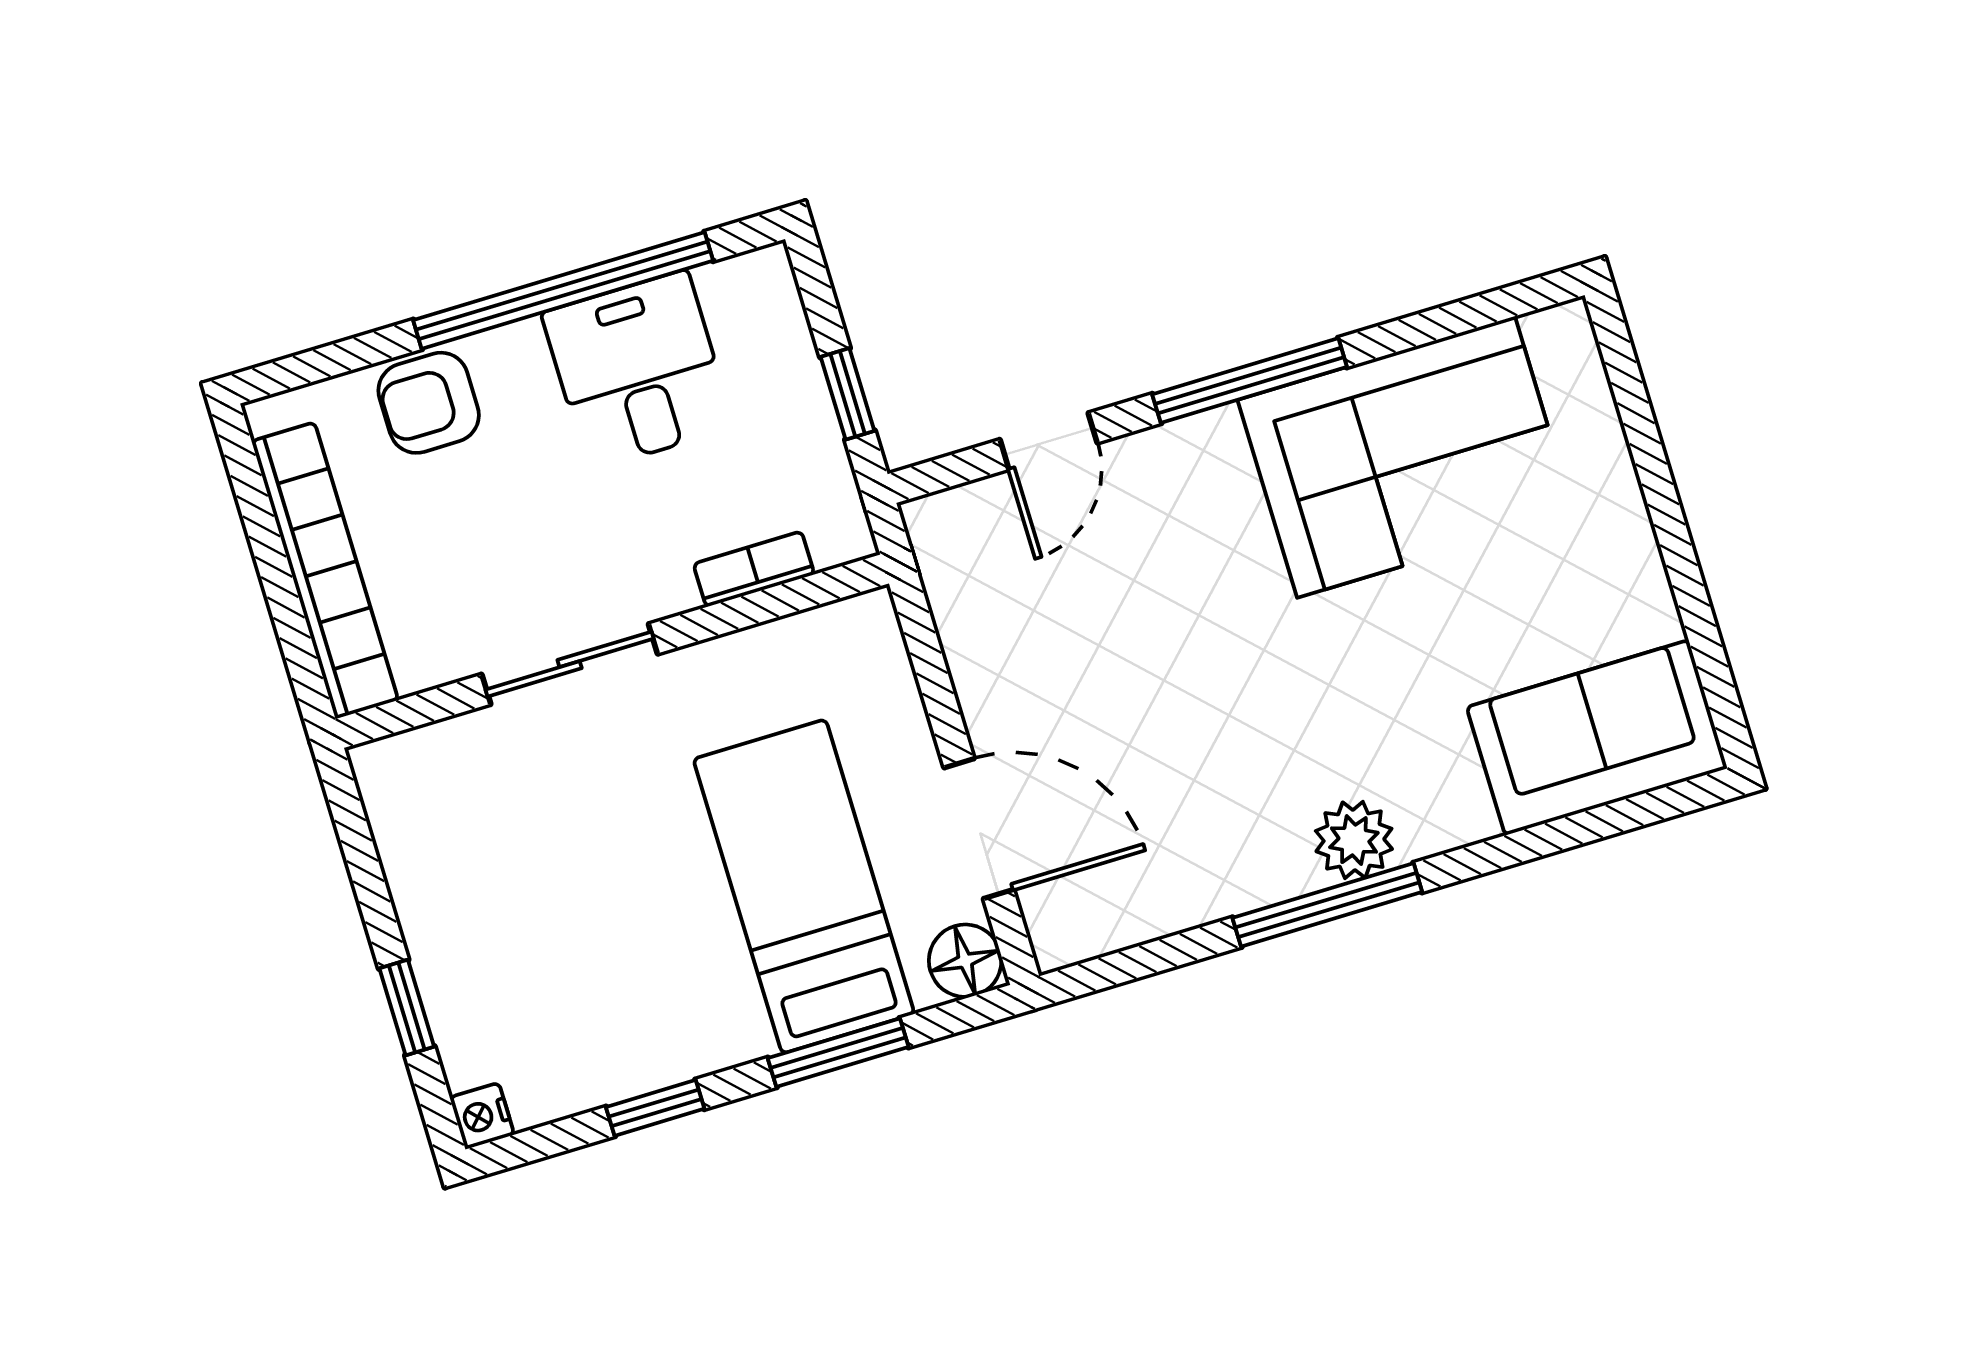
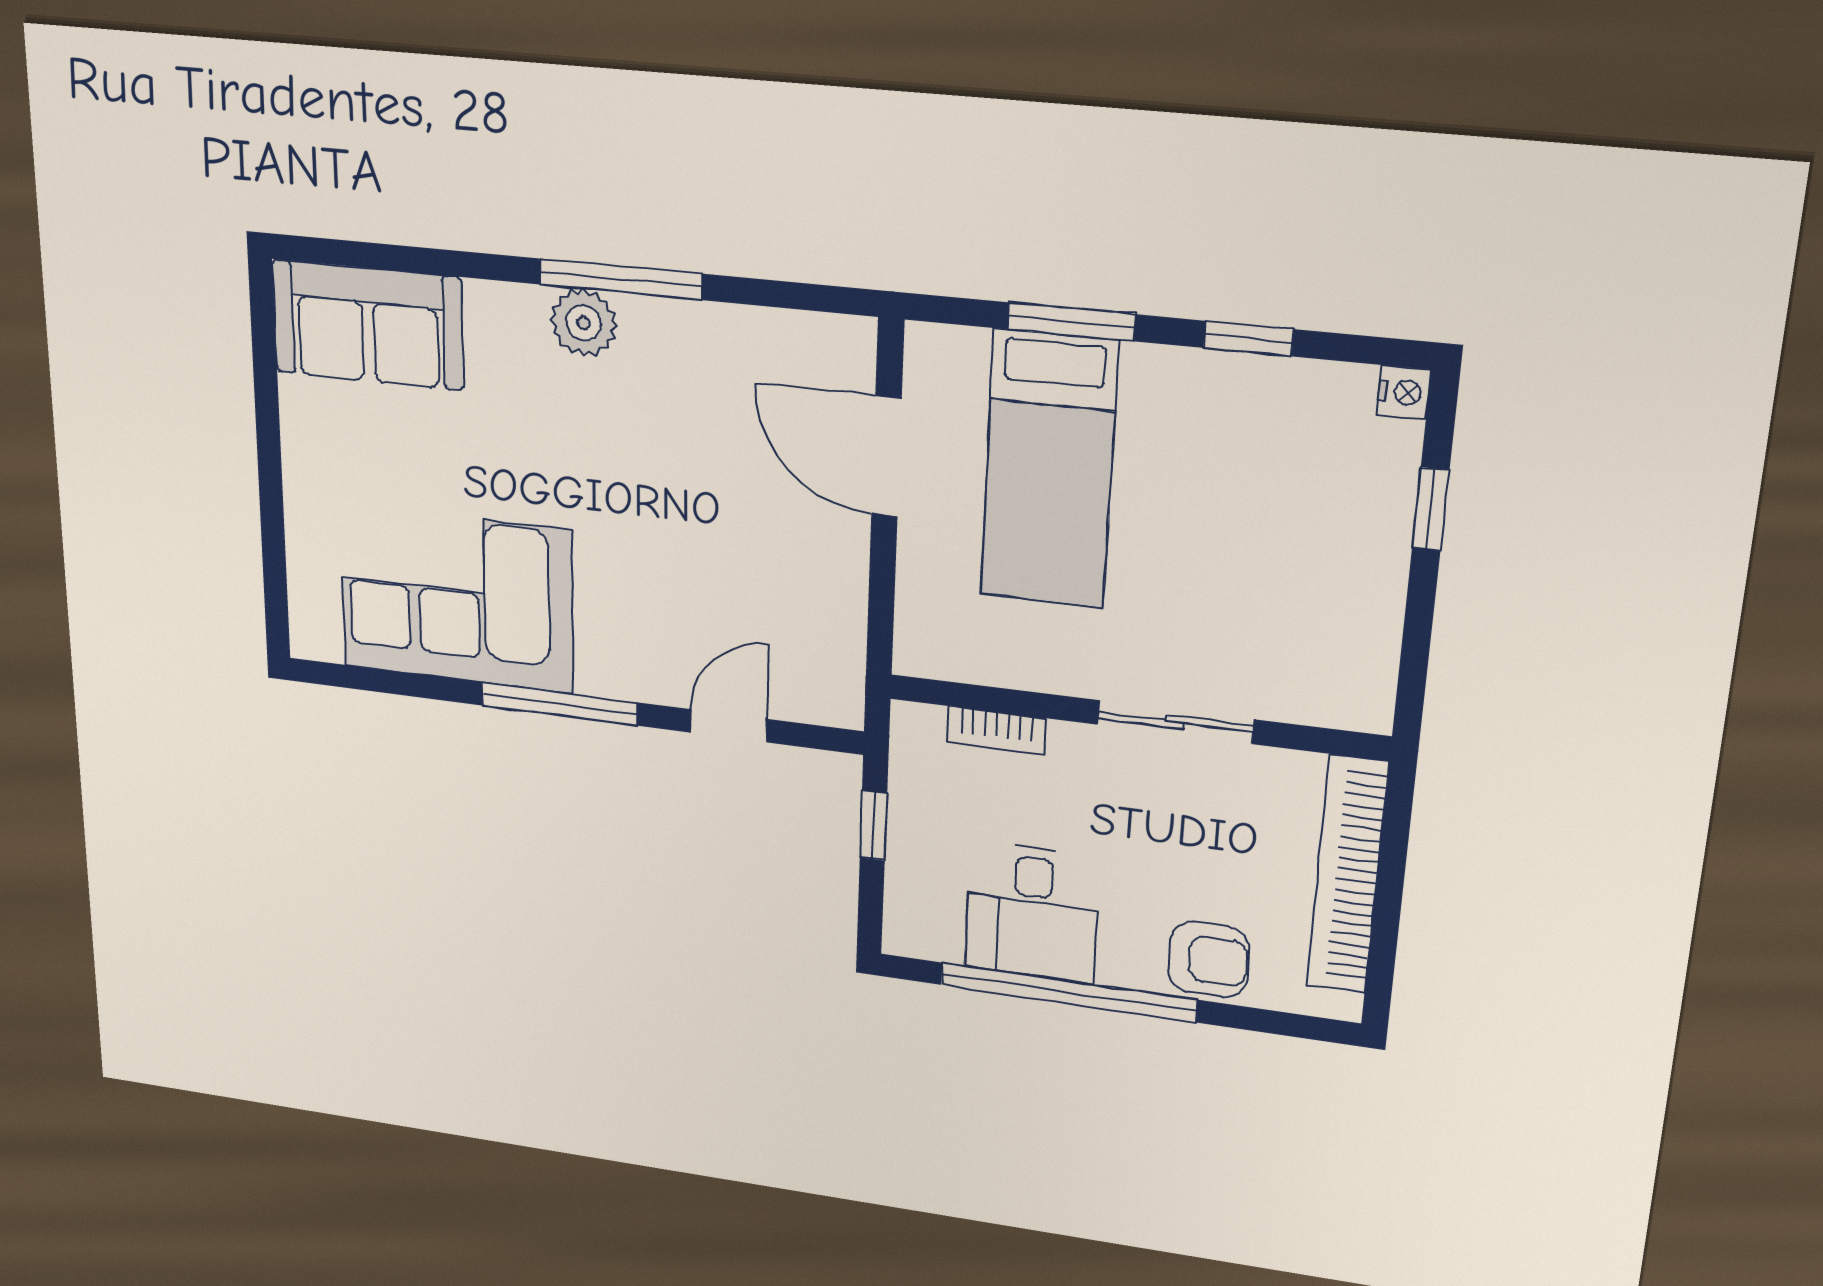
floor lamp: (965, 961) -> (936, 355), removed

